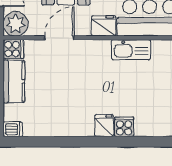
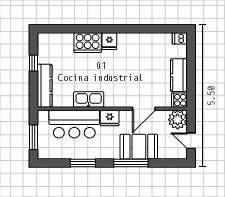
cooker: (124, 127) -> (88, 43), width x1.87, depth x1.31

